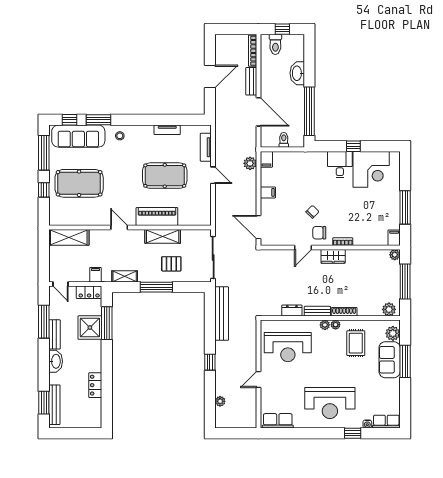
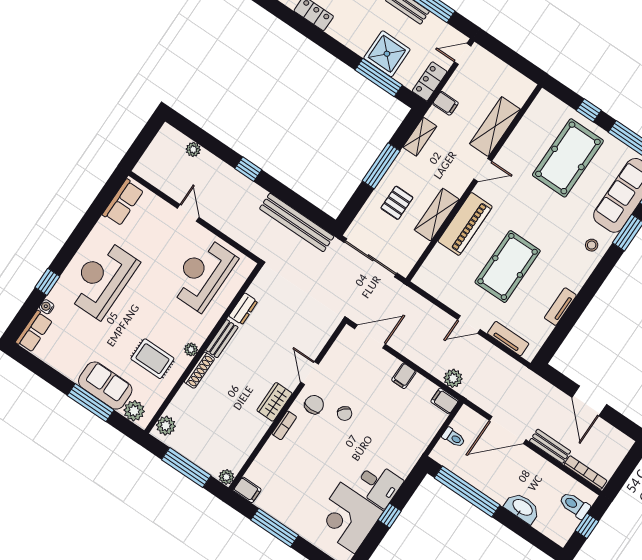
shelving: (69, 237) -> (495, 127), moved
plant: (325, 325) -> (199, 336), removed

